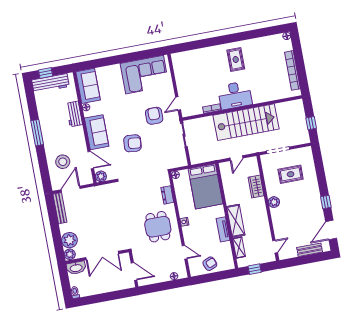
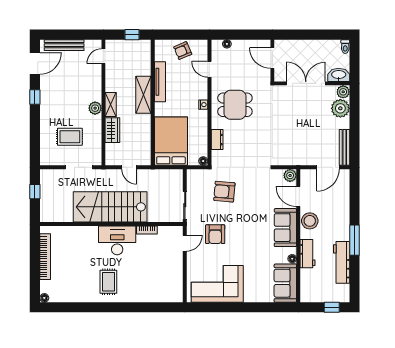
workbench: (50, 83) -> (342, 262), moved, turned -90
armchair: (133, 143) -> (224, 192), moved
door: (236, 158) -> (129, 167), swing flipped
stool: (63, 162) -> (310, 221), moved
dining table: (158, 227) -> (235, 105), turned 90
tv unit: (223, 229) -> (160, 82), width x1.41
shelving: (239, 247) -> (111, 104), moved
bench: (310, 250) -> (64, 45), width x1.36

